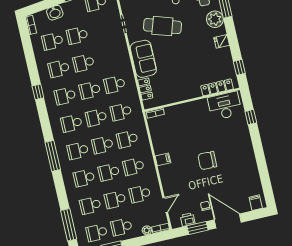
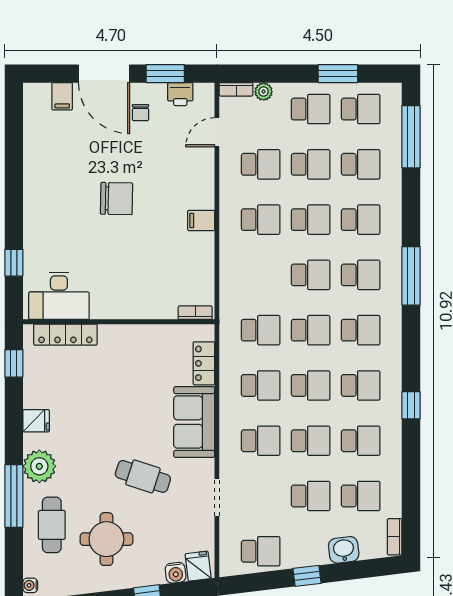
cafe table: (162, 26) -> (143, 476), width x0.73, depth x0.74
school desk: (127, 139) -> (261, 441), moved
filing cabinet: (256, 203) -> (62, 96), moved

